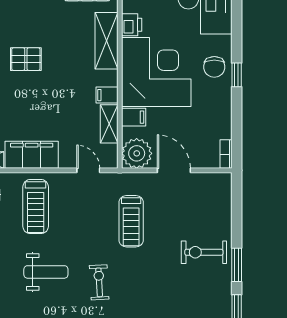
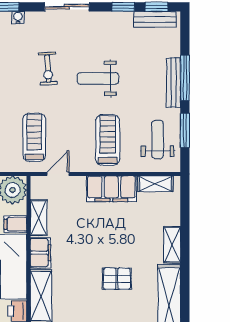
filing cabinet: (107, 95) -> (41, 253), width x2.00
door: (88, 170) -> (58, 174), swing flipped
treadmill: (131, 221) -> (34, 137), moved

